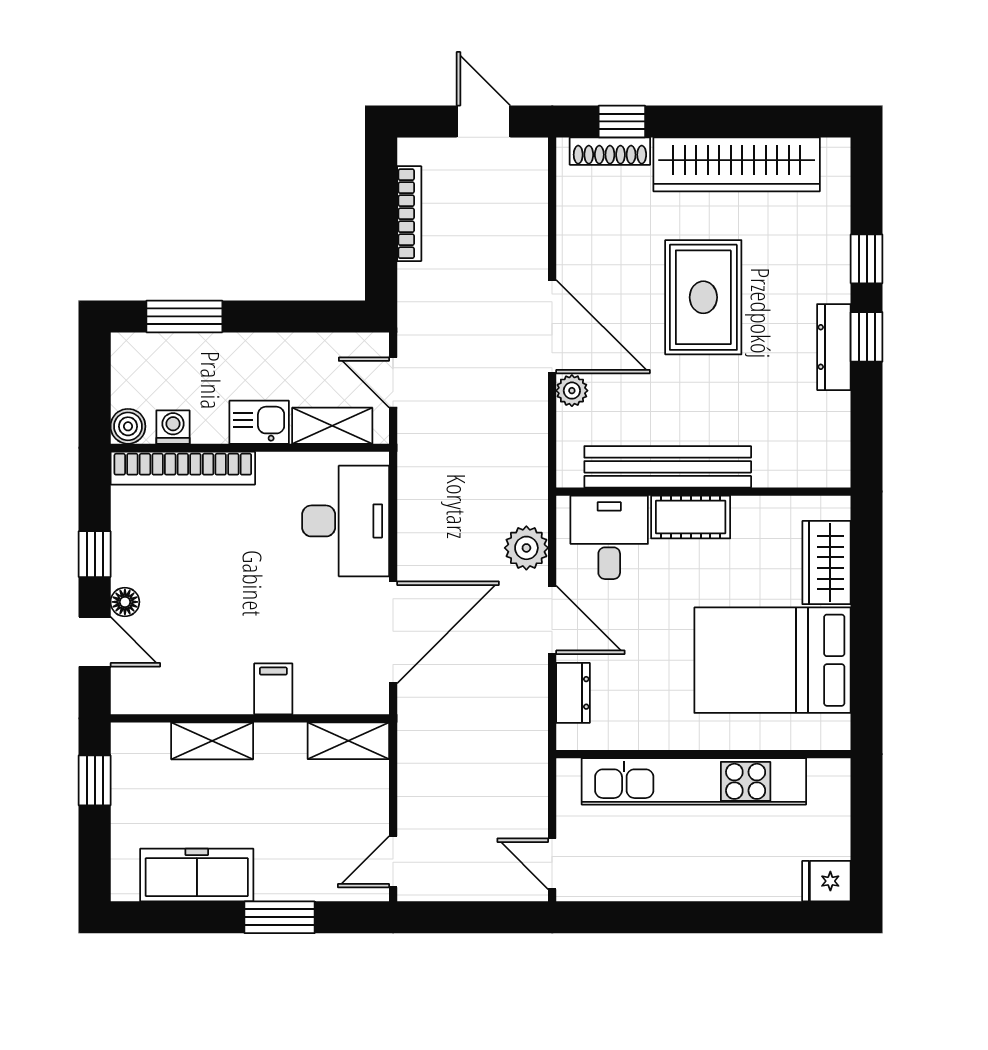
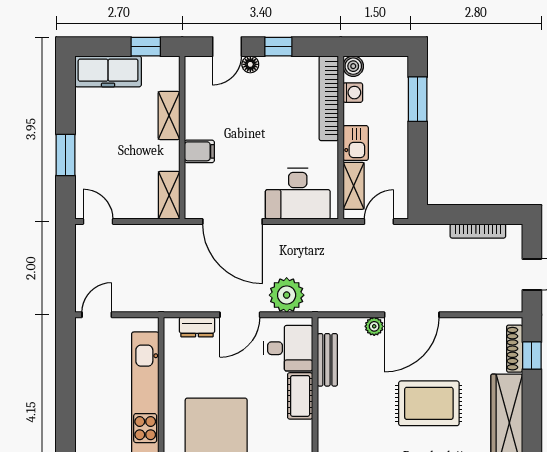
bench: (668, 467) -> (327, 360), width x0.54, depth x0.82
plant: (526, 548) -> (287, 295), width x1.36, depth x1.36
freezer: (197, 875) -> (108, 71), moved, turned 90

